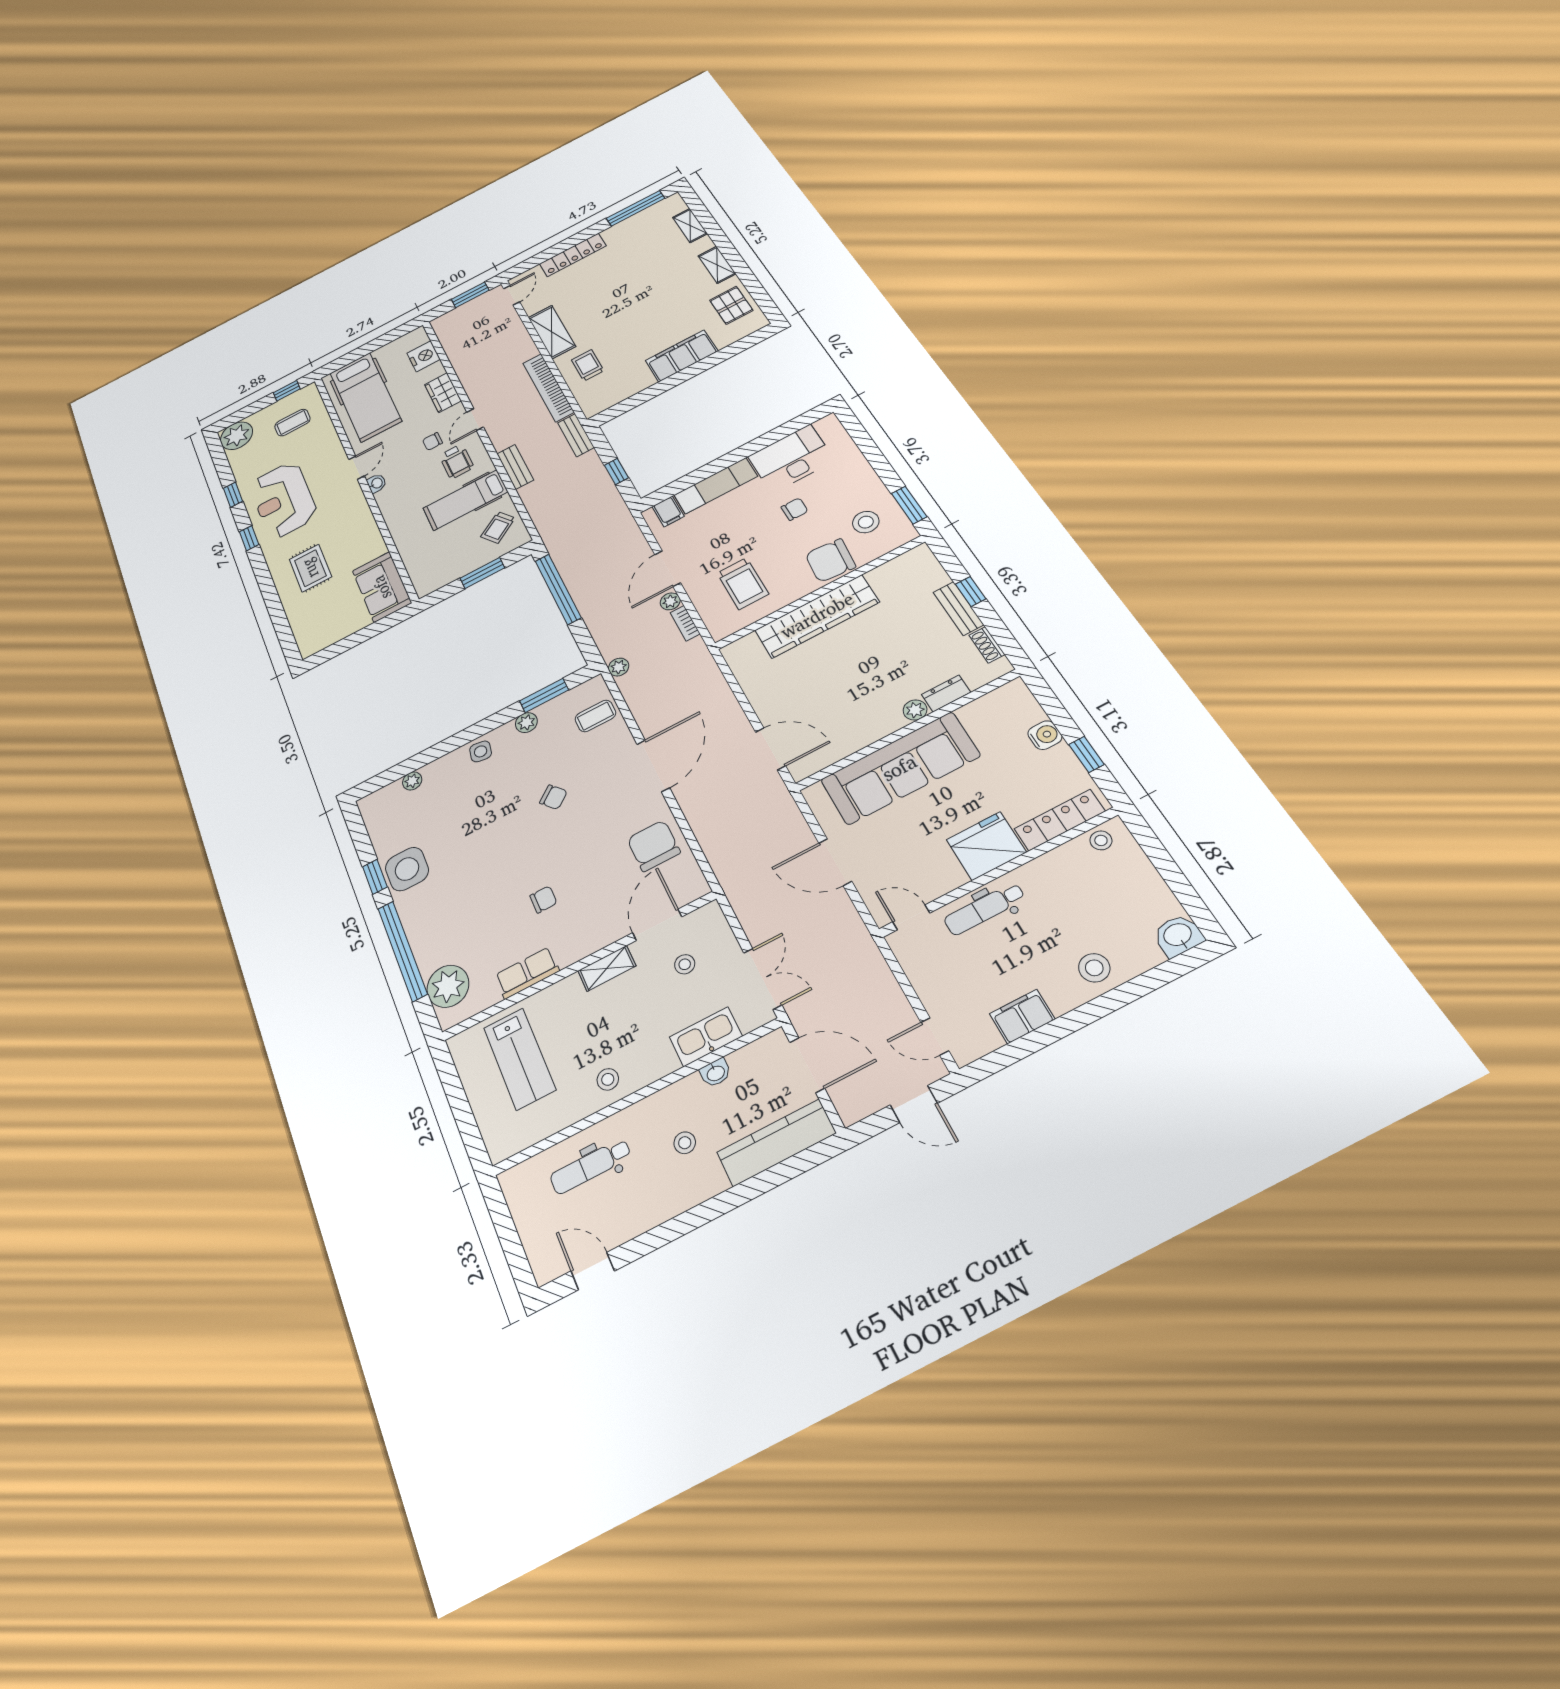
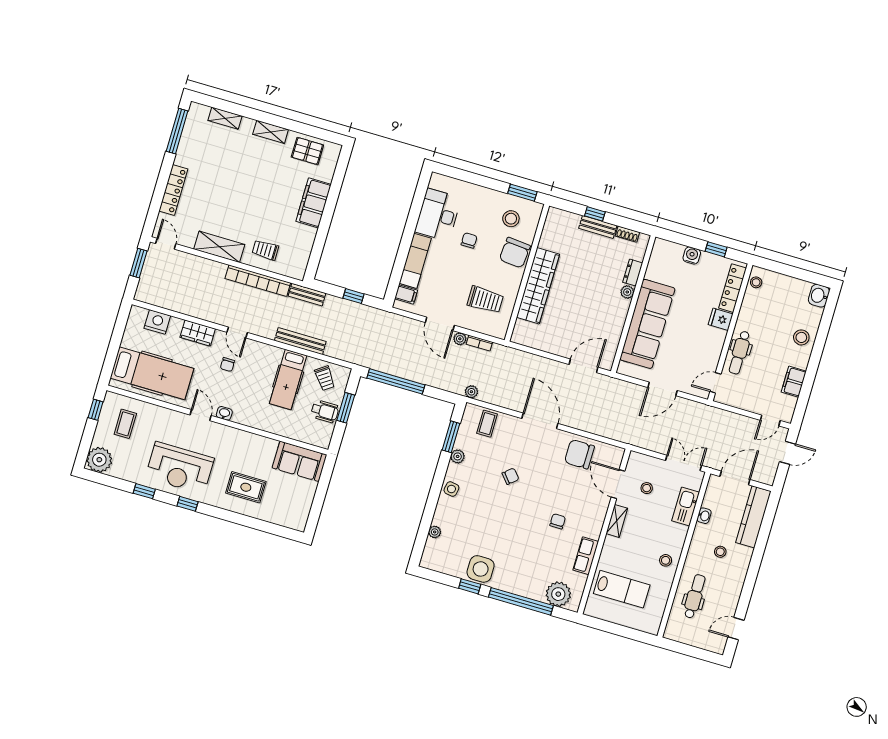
wheelchair: (456, 461) -> (325, 411), moved
bench: (515, 467) -> (300, 341), width x1.36
fridge: (986, 846) -> (721, 319), width x0.53, depth x0.75
dental chair: (590, 1166) -> (695, 596), turned 180

